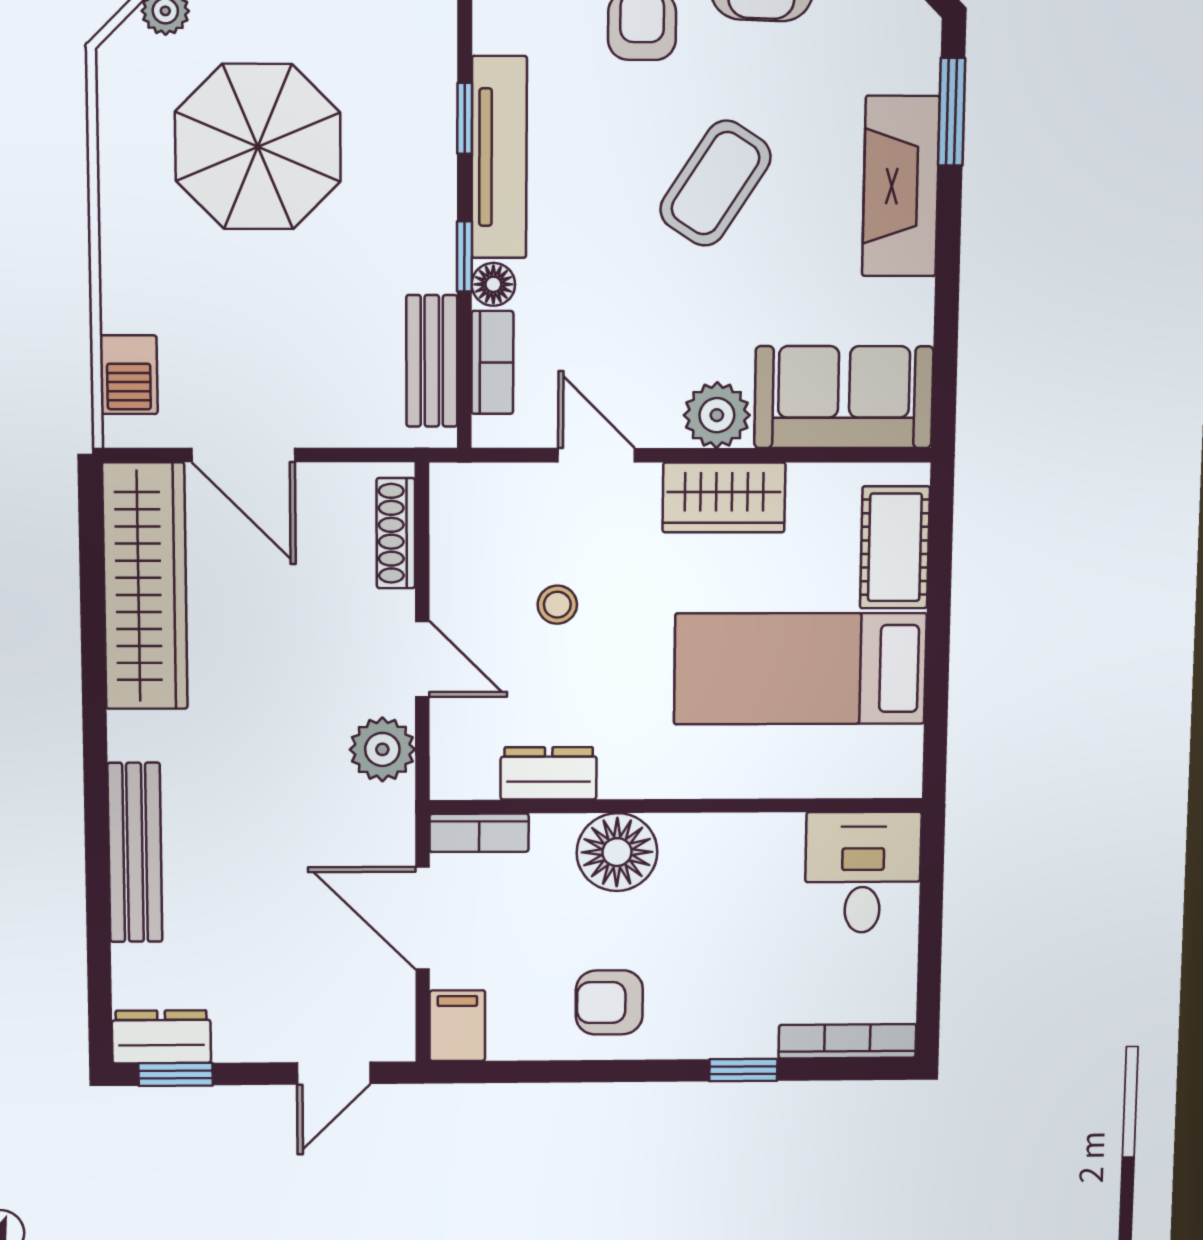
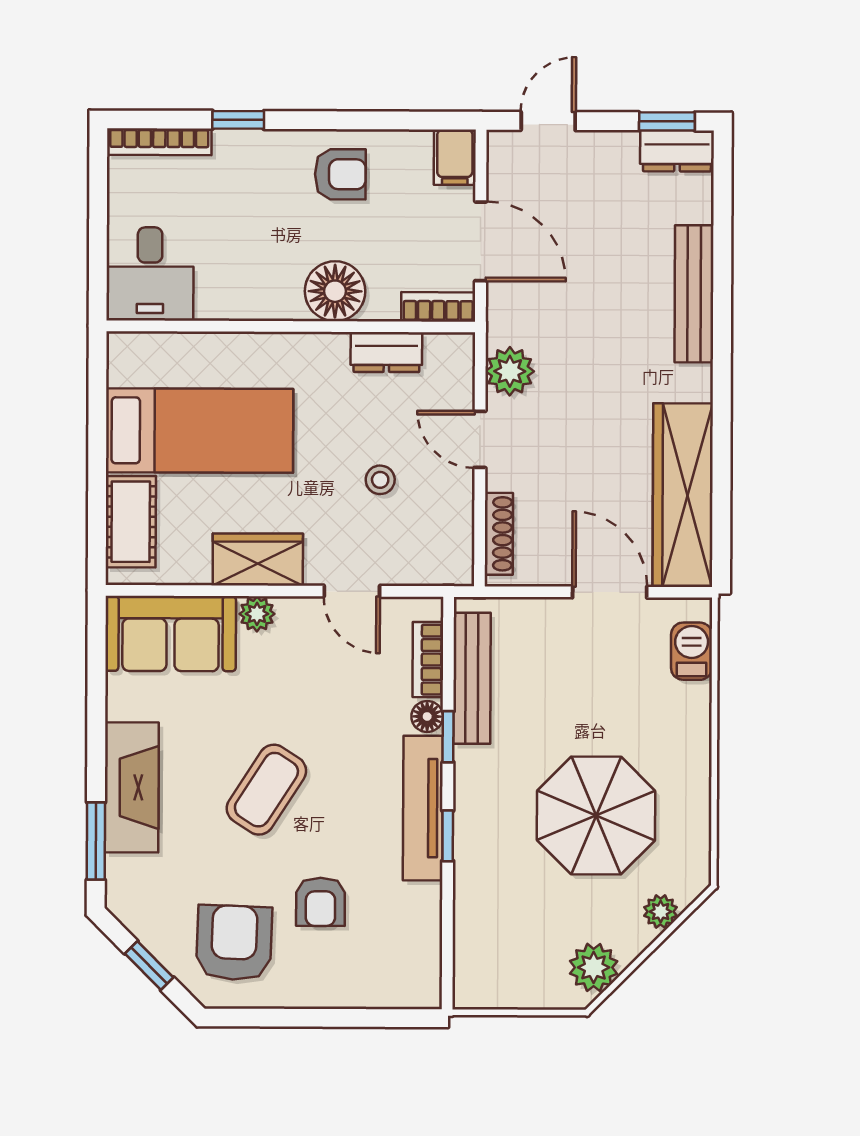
bench: (432, 361) -> (472, 678), width x1.36
plant: (717, 415) -> (257, 614), width x0.73, depth x0.73

